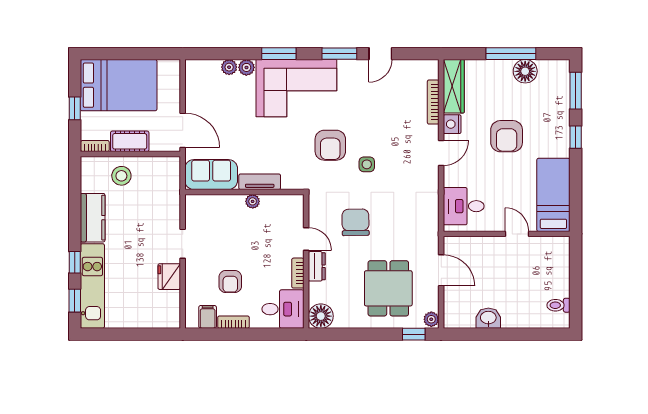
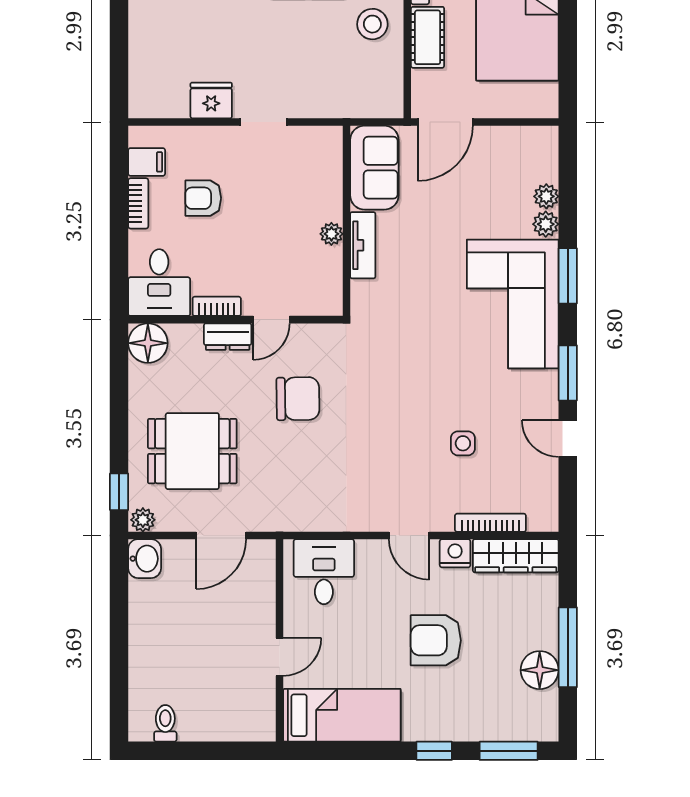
armchair: (330, 145) -> (421, 358), removed
side table: (367, 164) -> (463, 443), moved
washbasin: (488, 318) -> (145, 559), moved

